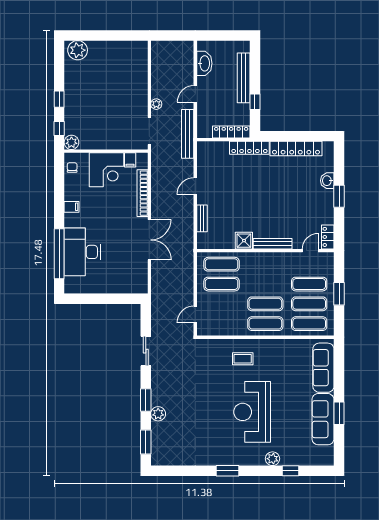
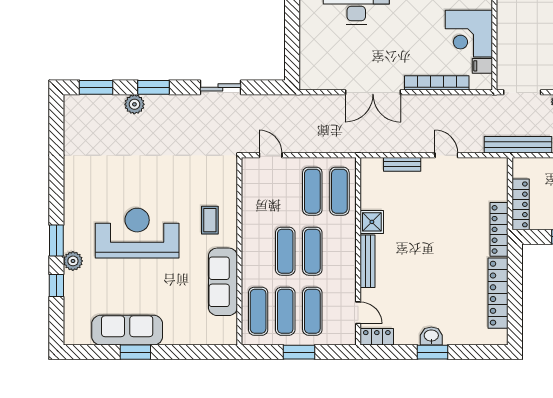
washbasin: (327, 181) -> (431, 336), moved
exercise mat: (265, 324) -> (312, 251), moved
sofa: (323, 368) -> (223, 282), moved, turned -90
window: (227, 471) -> (56, 241), moved

